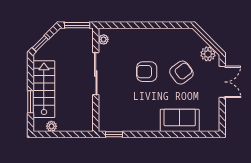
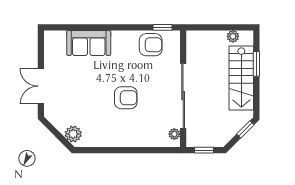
window: (77, 25) -> (204, 150), width x0.67
plant: (208, 54) -> (73, 134), moved
armchair: (181, 73) -> (151, 45), moved, turned -143
sliding door: (96, 74) -> (183, 96), width x1.36

